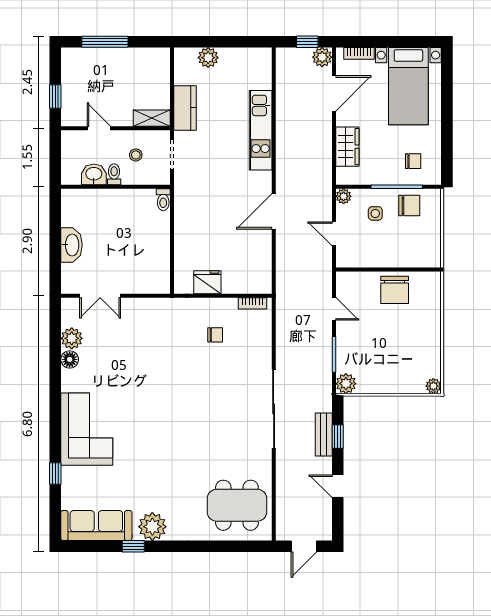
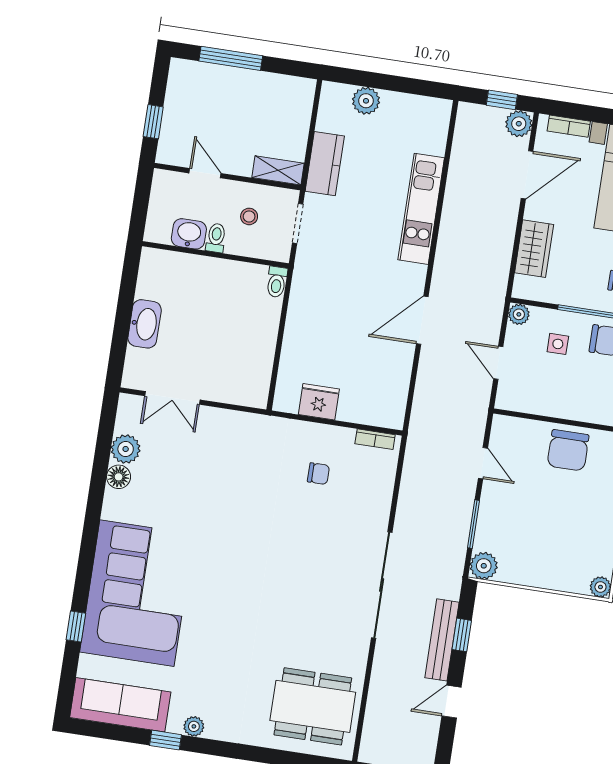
corner sofa: (87, 429) -> (137, 593), width x1.36, depth x1.36
bench: (324, 435) -> (442, 640), width x1.36
door: (338, 486) -> (452, 702), hinge flipped
plant: (152, 527) -> (194, 726), width x0.53, depth x0.53

